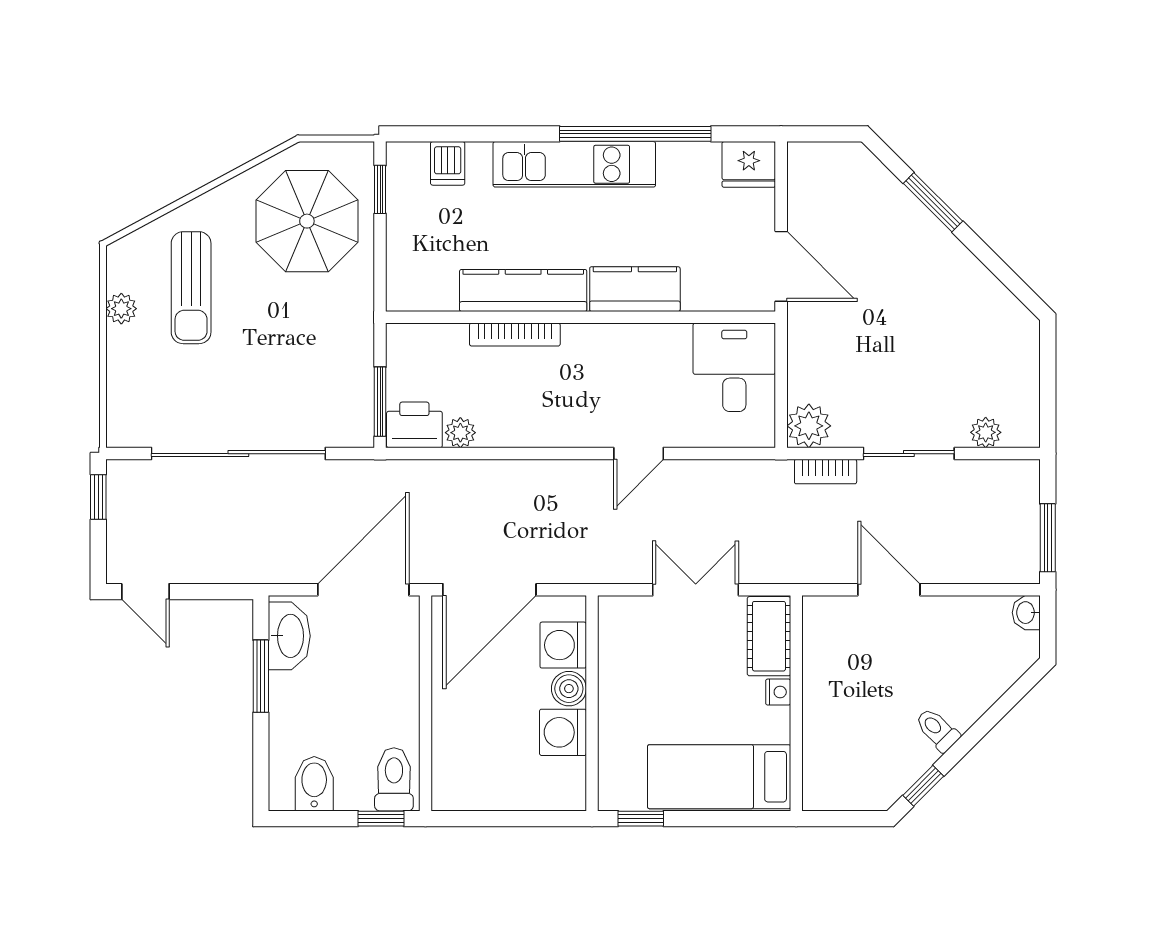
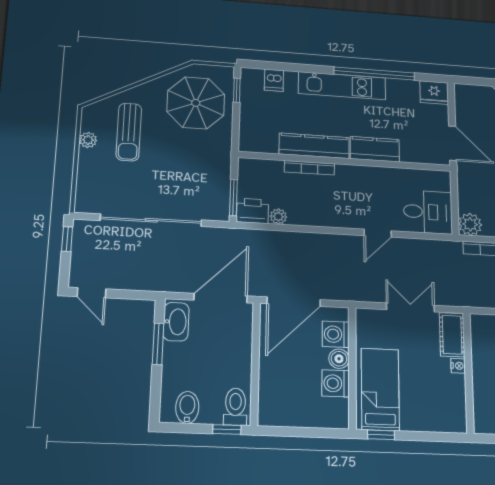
desk: (734, 367) -> (428, 212), moved, turned 90
bed: (719, 777) -> (380, 389), moved, turned 90

